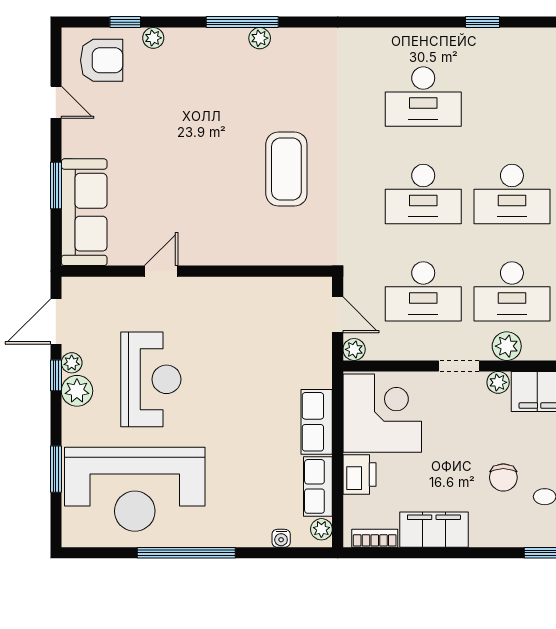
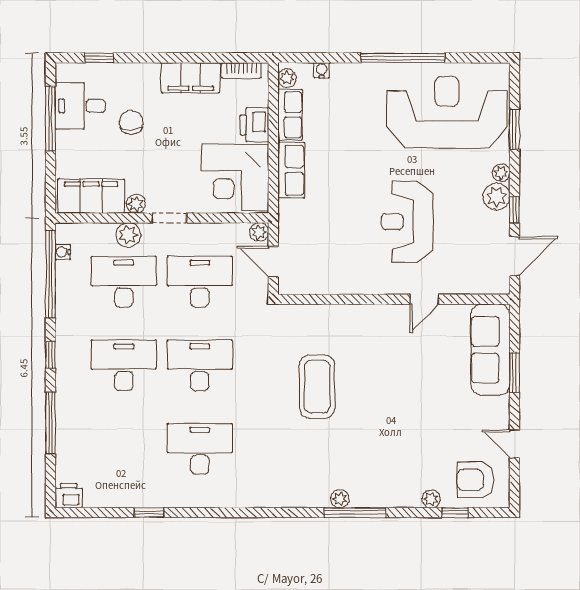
plant: (72, 363) -> (501, 173), moved
reception desk: (151, 379) -> (407, 222), moved

